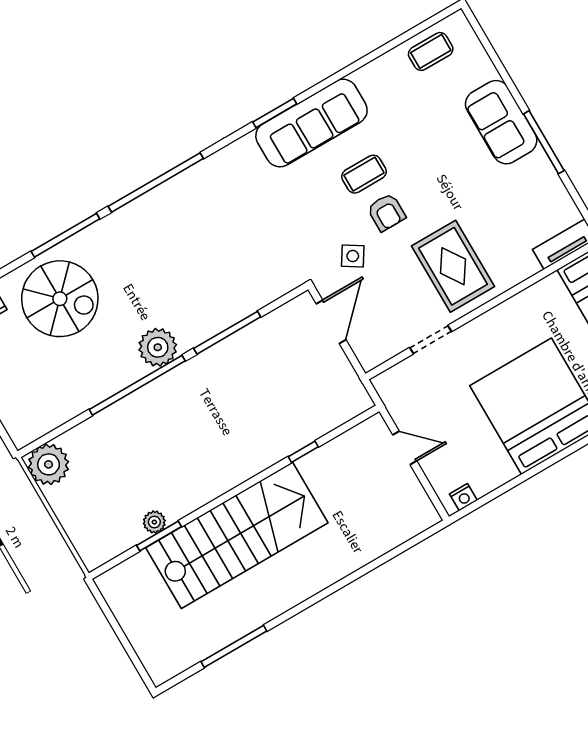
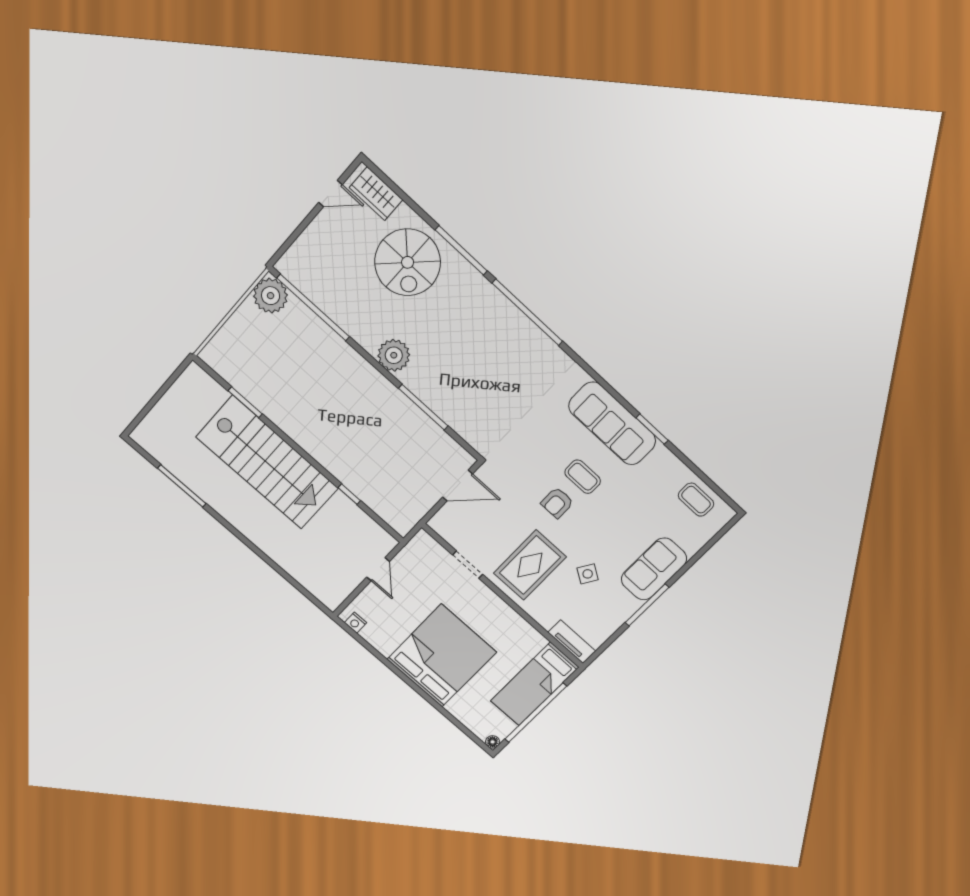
window: (275, 113) -> (652, 429), moved
side table: (353, 256) -> (588, 574), moved
window: (137, 385) -> (313, 308), moved
plant: (154, 522) -> (255, 395), removed

